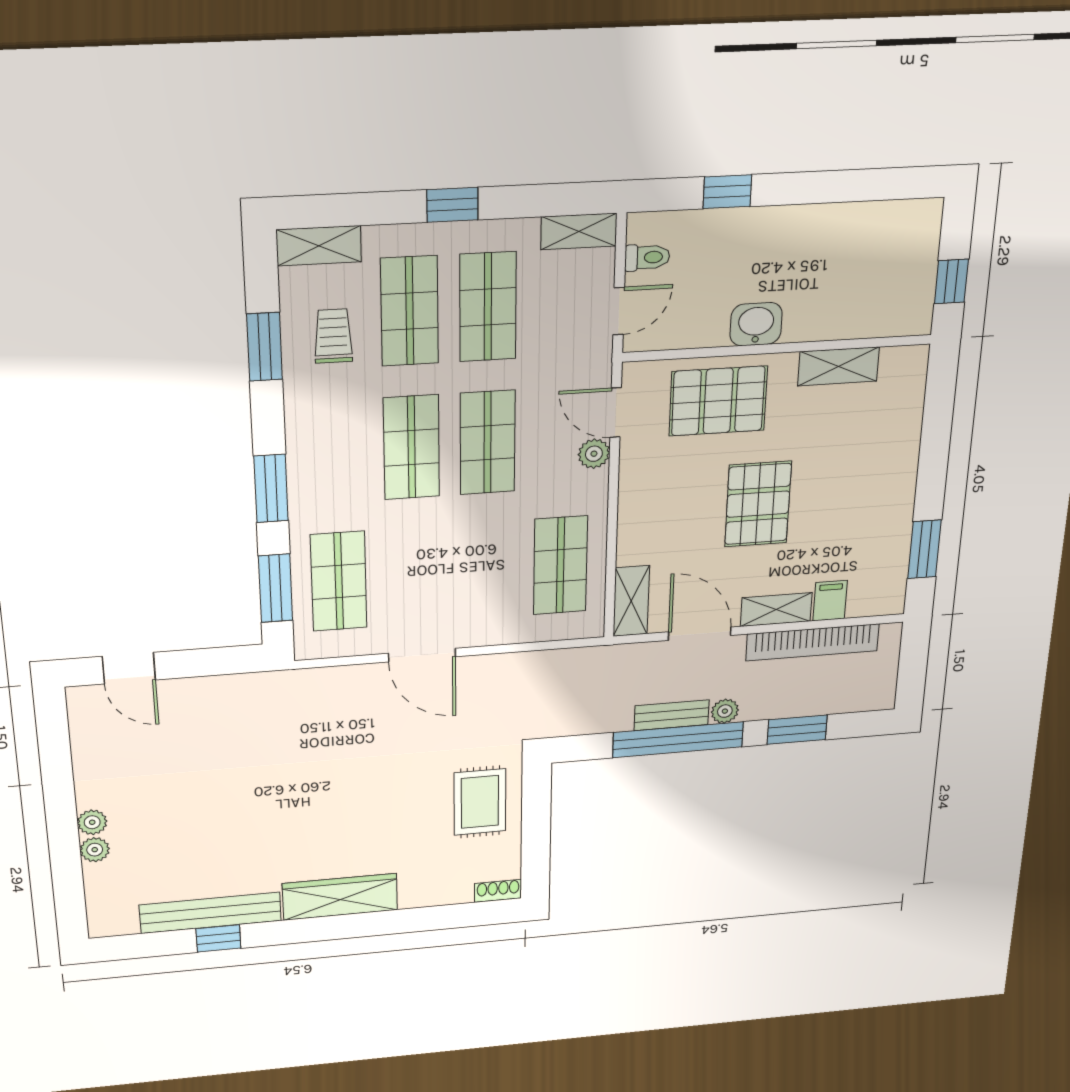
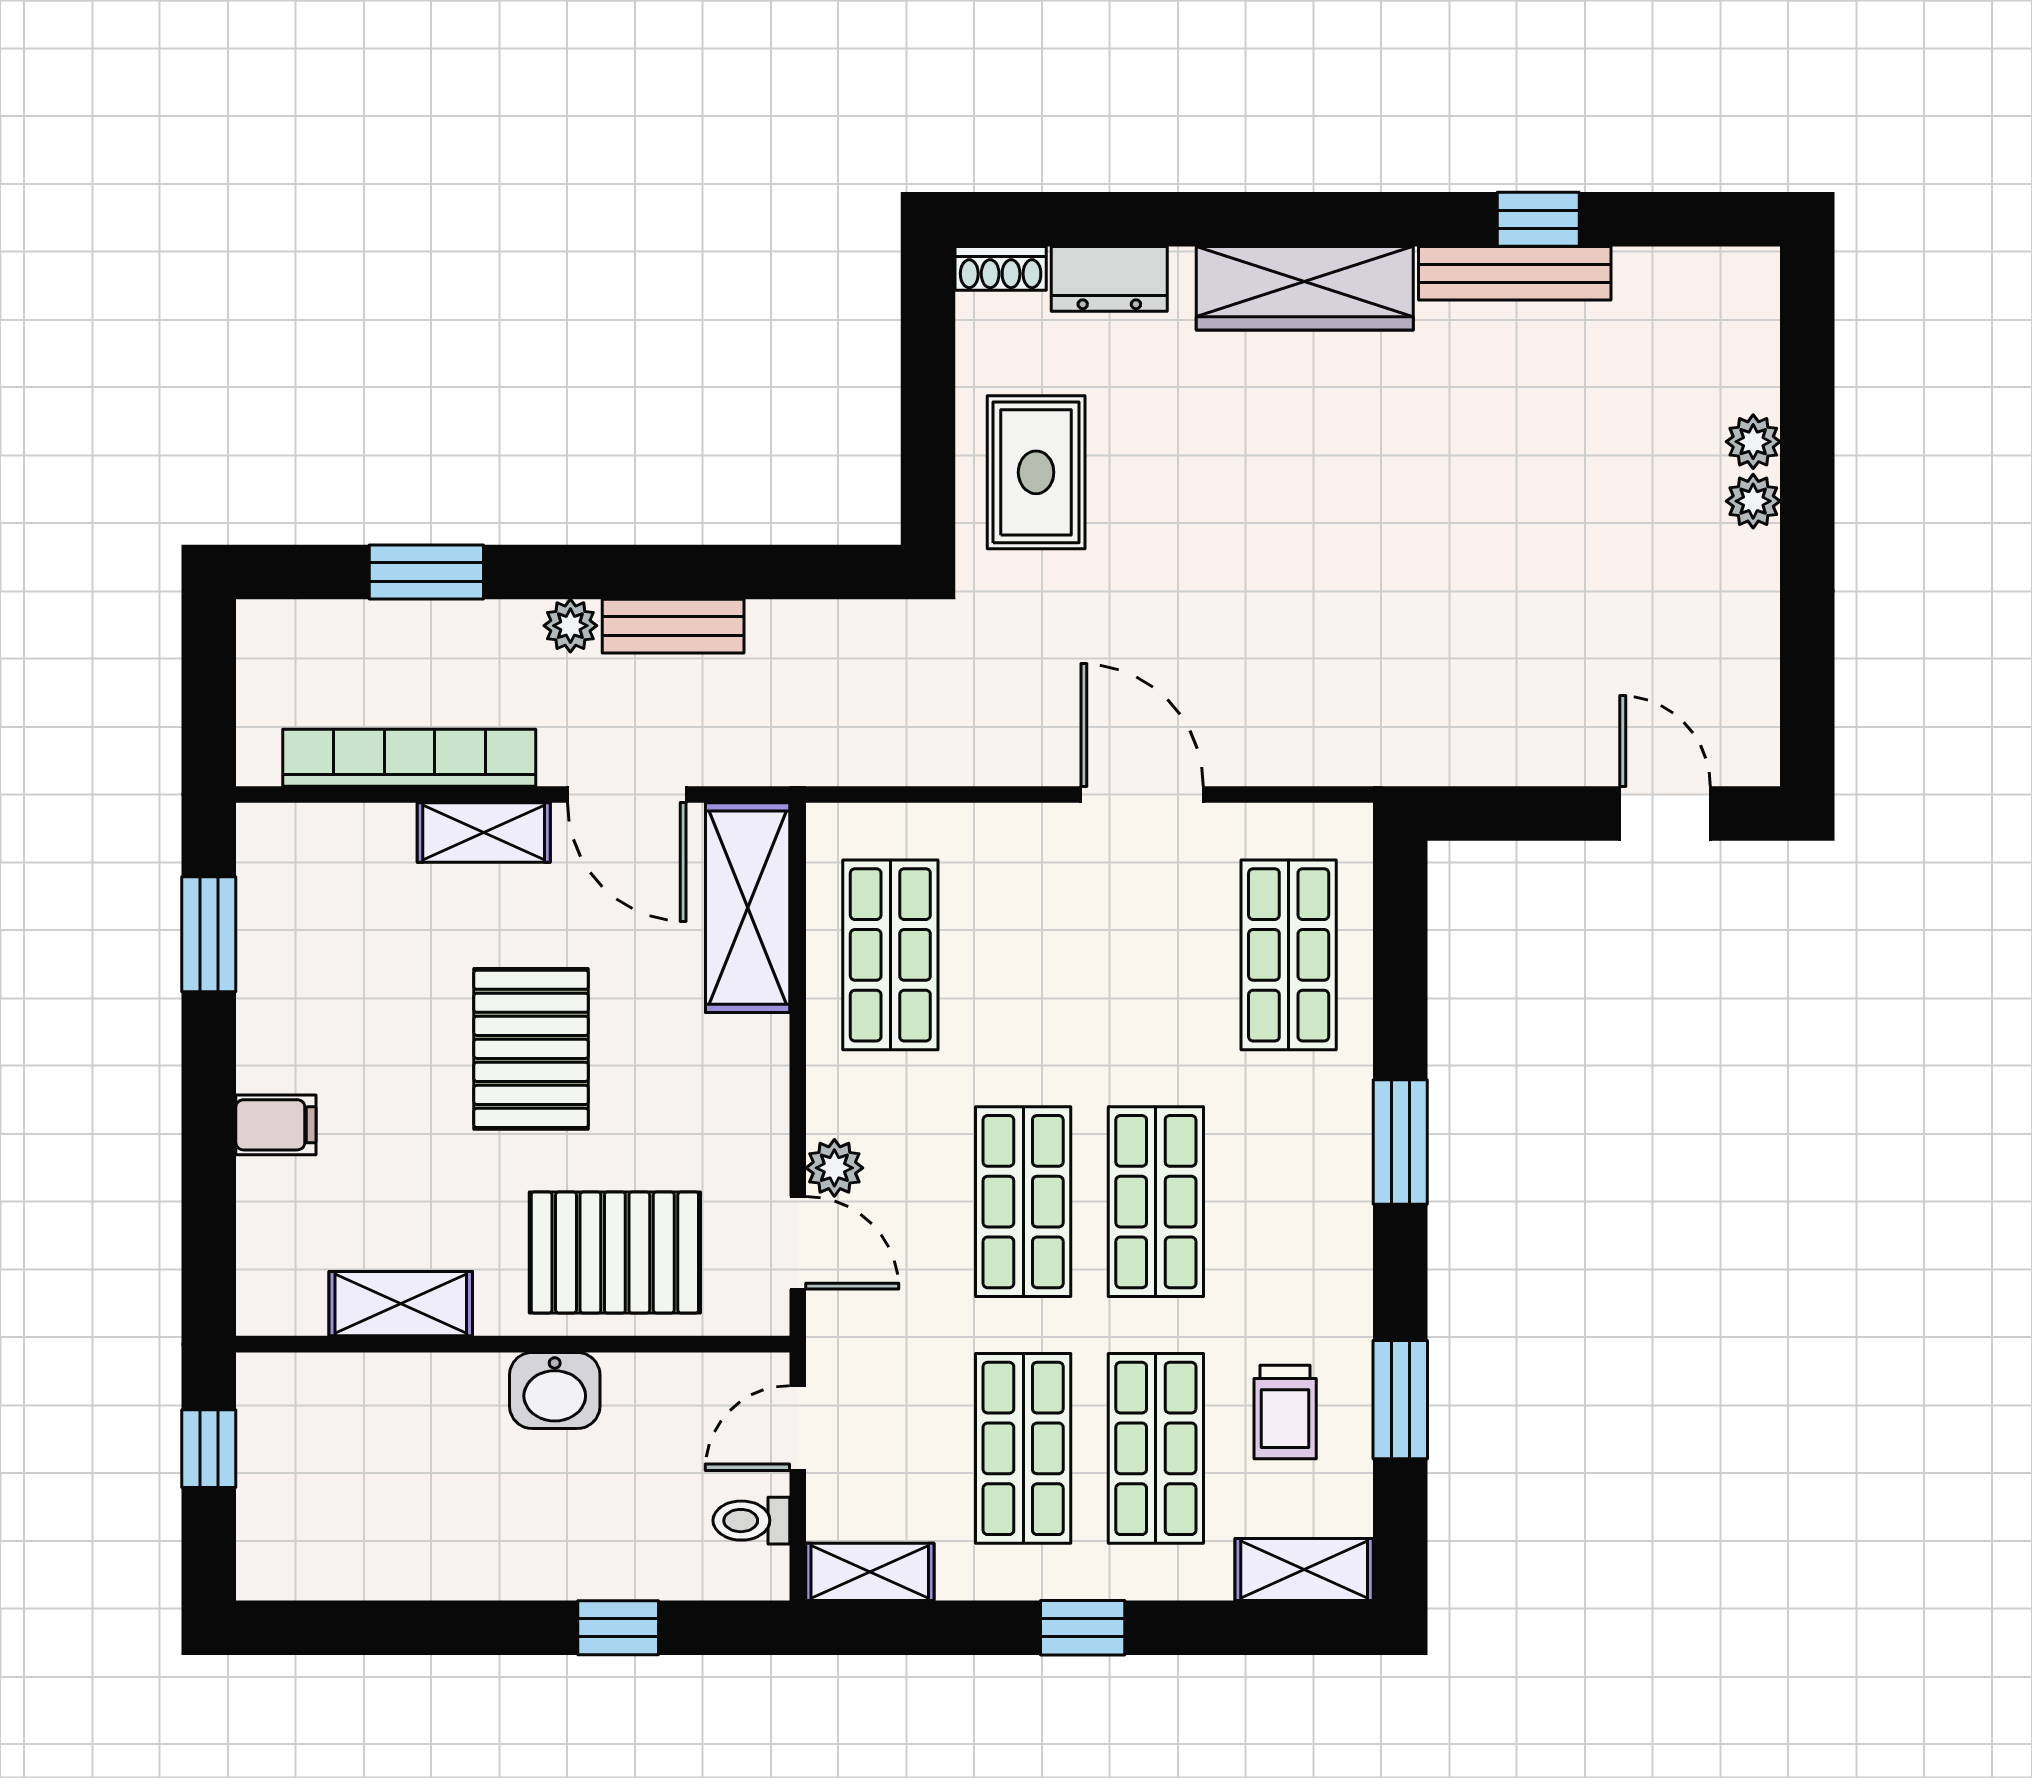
window: (276, 588) -> (1400, 950), removed
shelving: (631, 601) -> (748, 908), width x1.50, depth x1.33
filing cabinet: (830, 601) -> (276, 1125), moved, turned -90
window: (678, 740) -> (658, 572), removed
dresser: (442, 891) -> (1109, 279), added
bench: (211, 913) -> (1515, 273), width x0.73, depth x0.82

